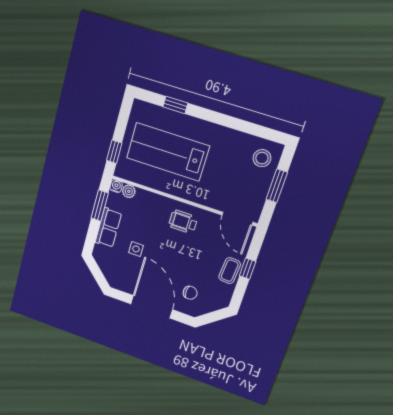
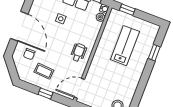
lab bench: (168, 152) -> (125, 46), width x0.73, depth x0.72
coffee table: (230, 271) -> (44, 71), moved
door: (152, 307) -> (19, 26), hinge flipped

